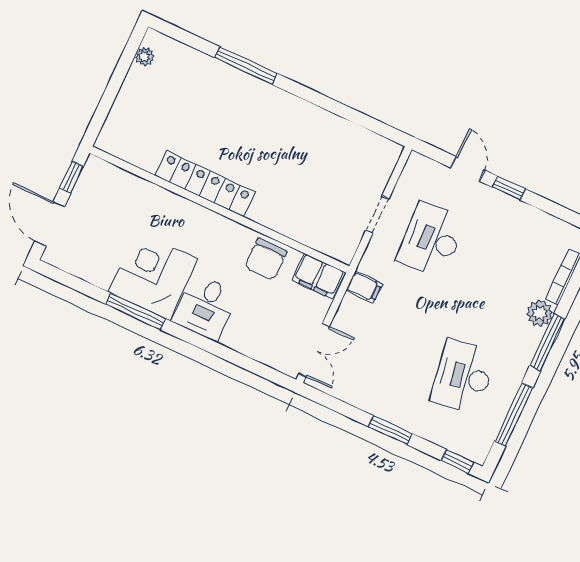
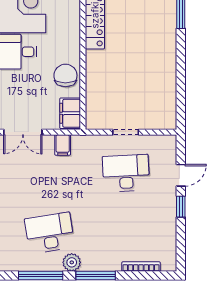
chair: (266, 259) -> (65, 75), turned 90
filing cabinet: (364, 287) -> (63, 145), moved
plant: (540, 313) -> (72, 262), moved

